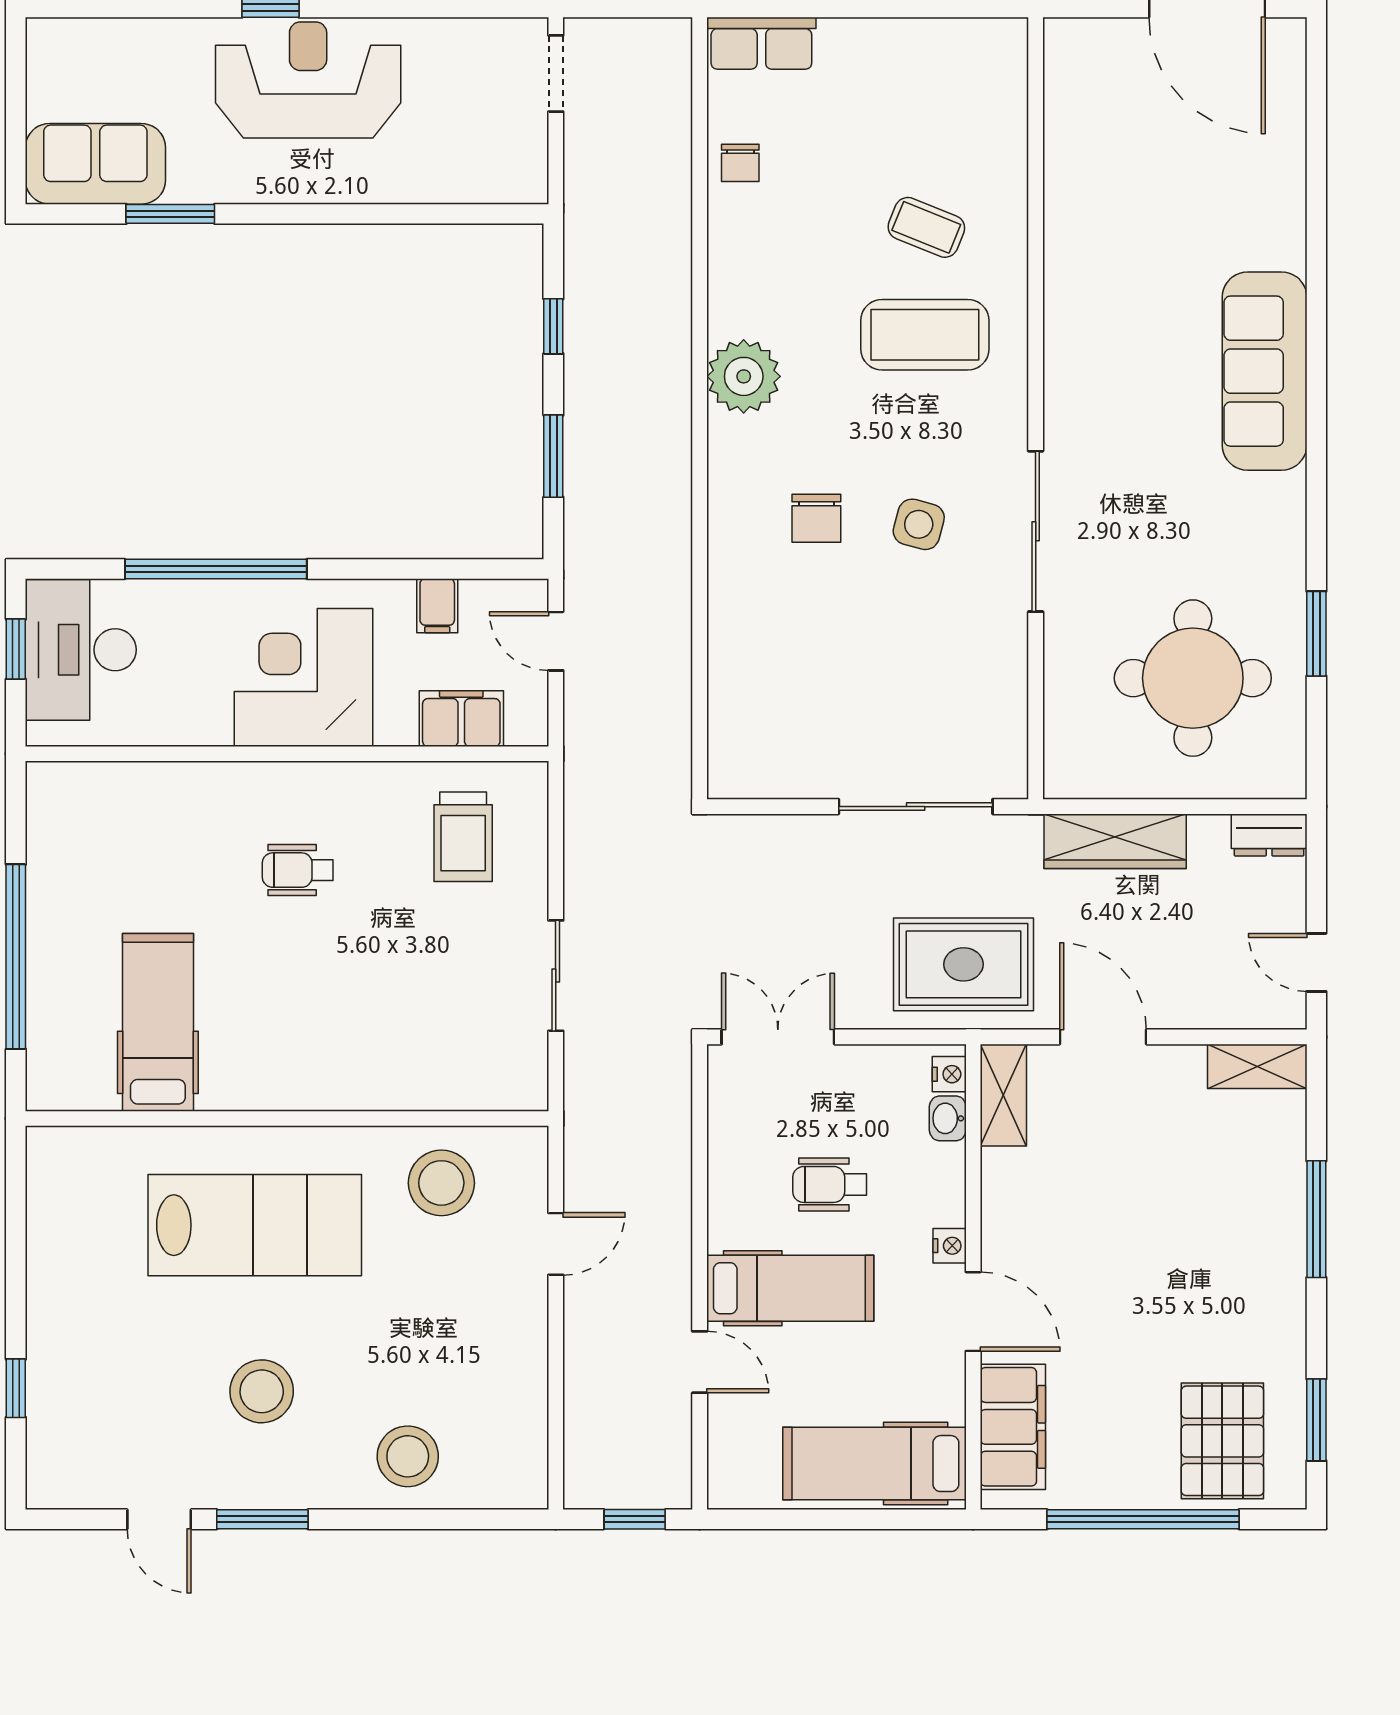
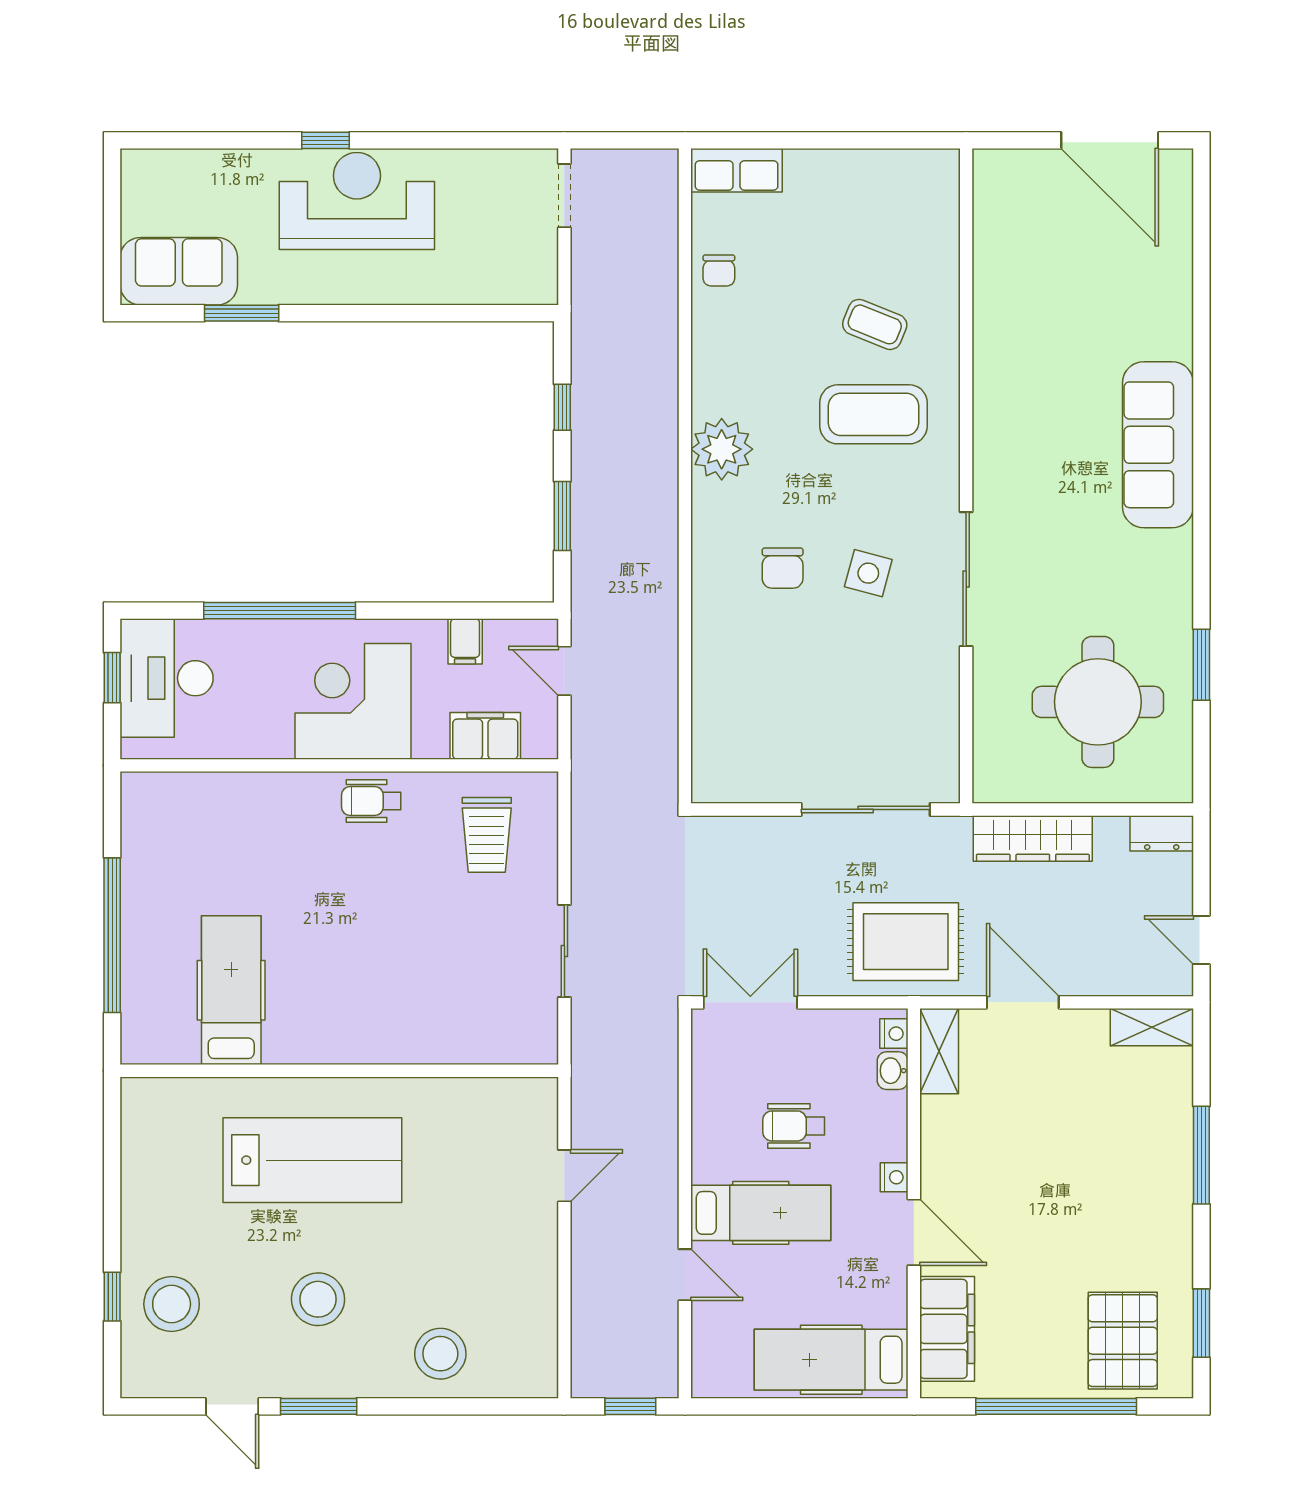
wheelchair: (298, 870) -> (371, 801), moved
stool: (441, 1183) -> (172, 1304), moved

